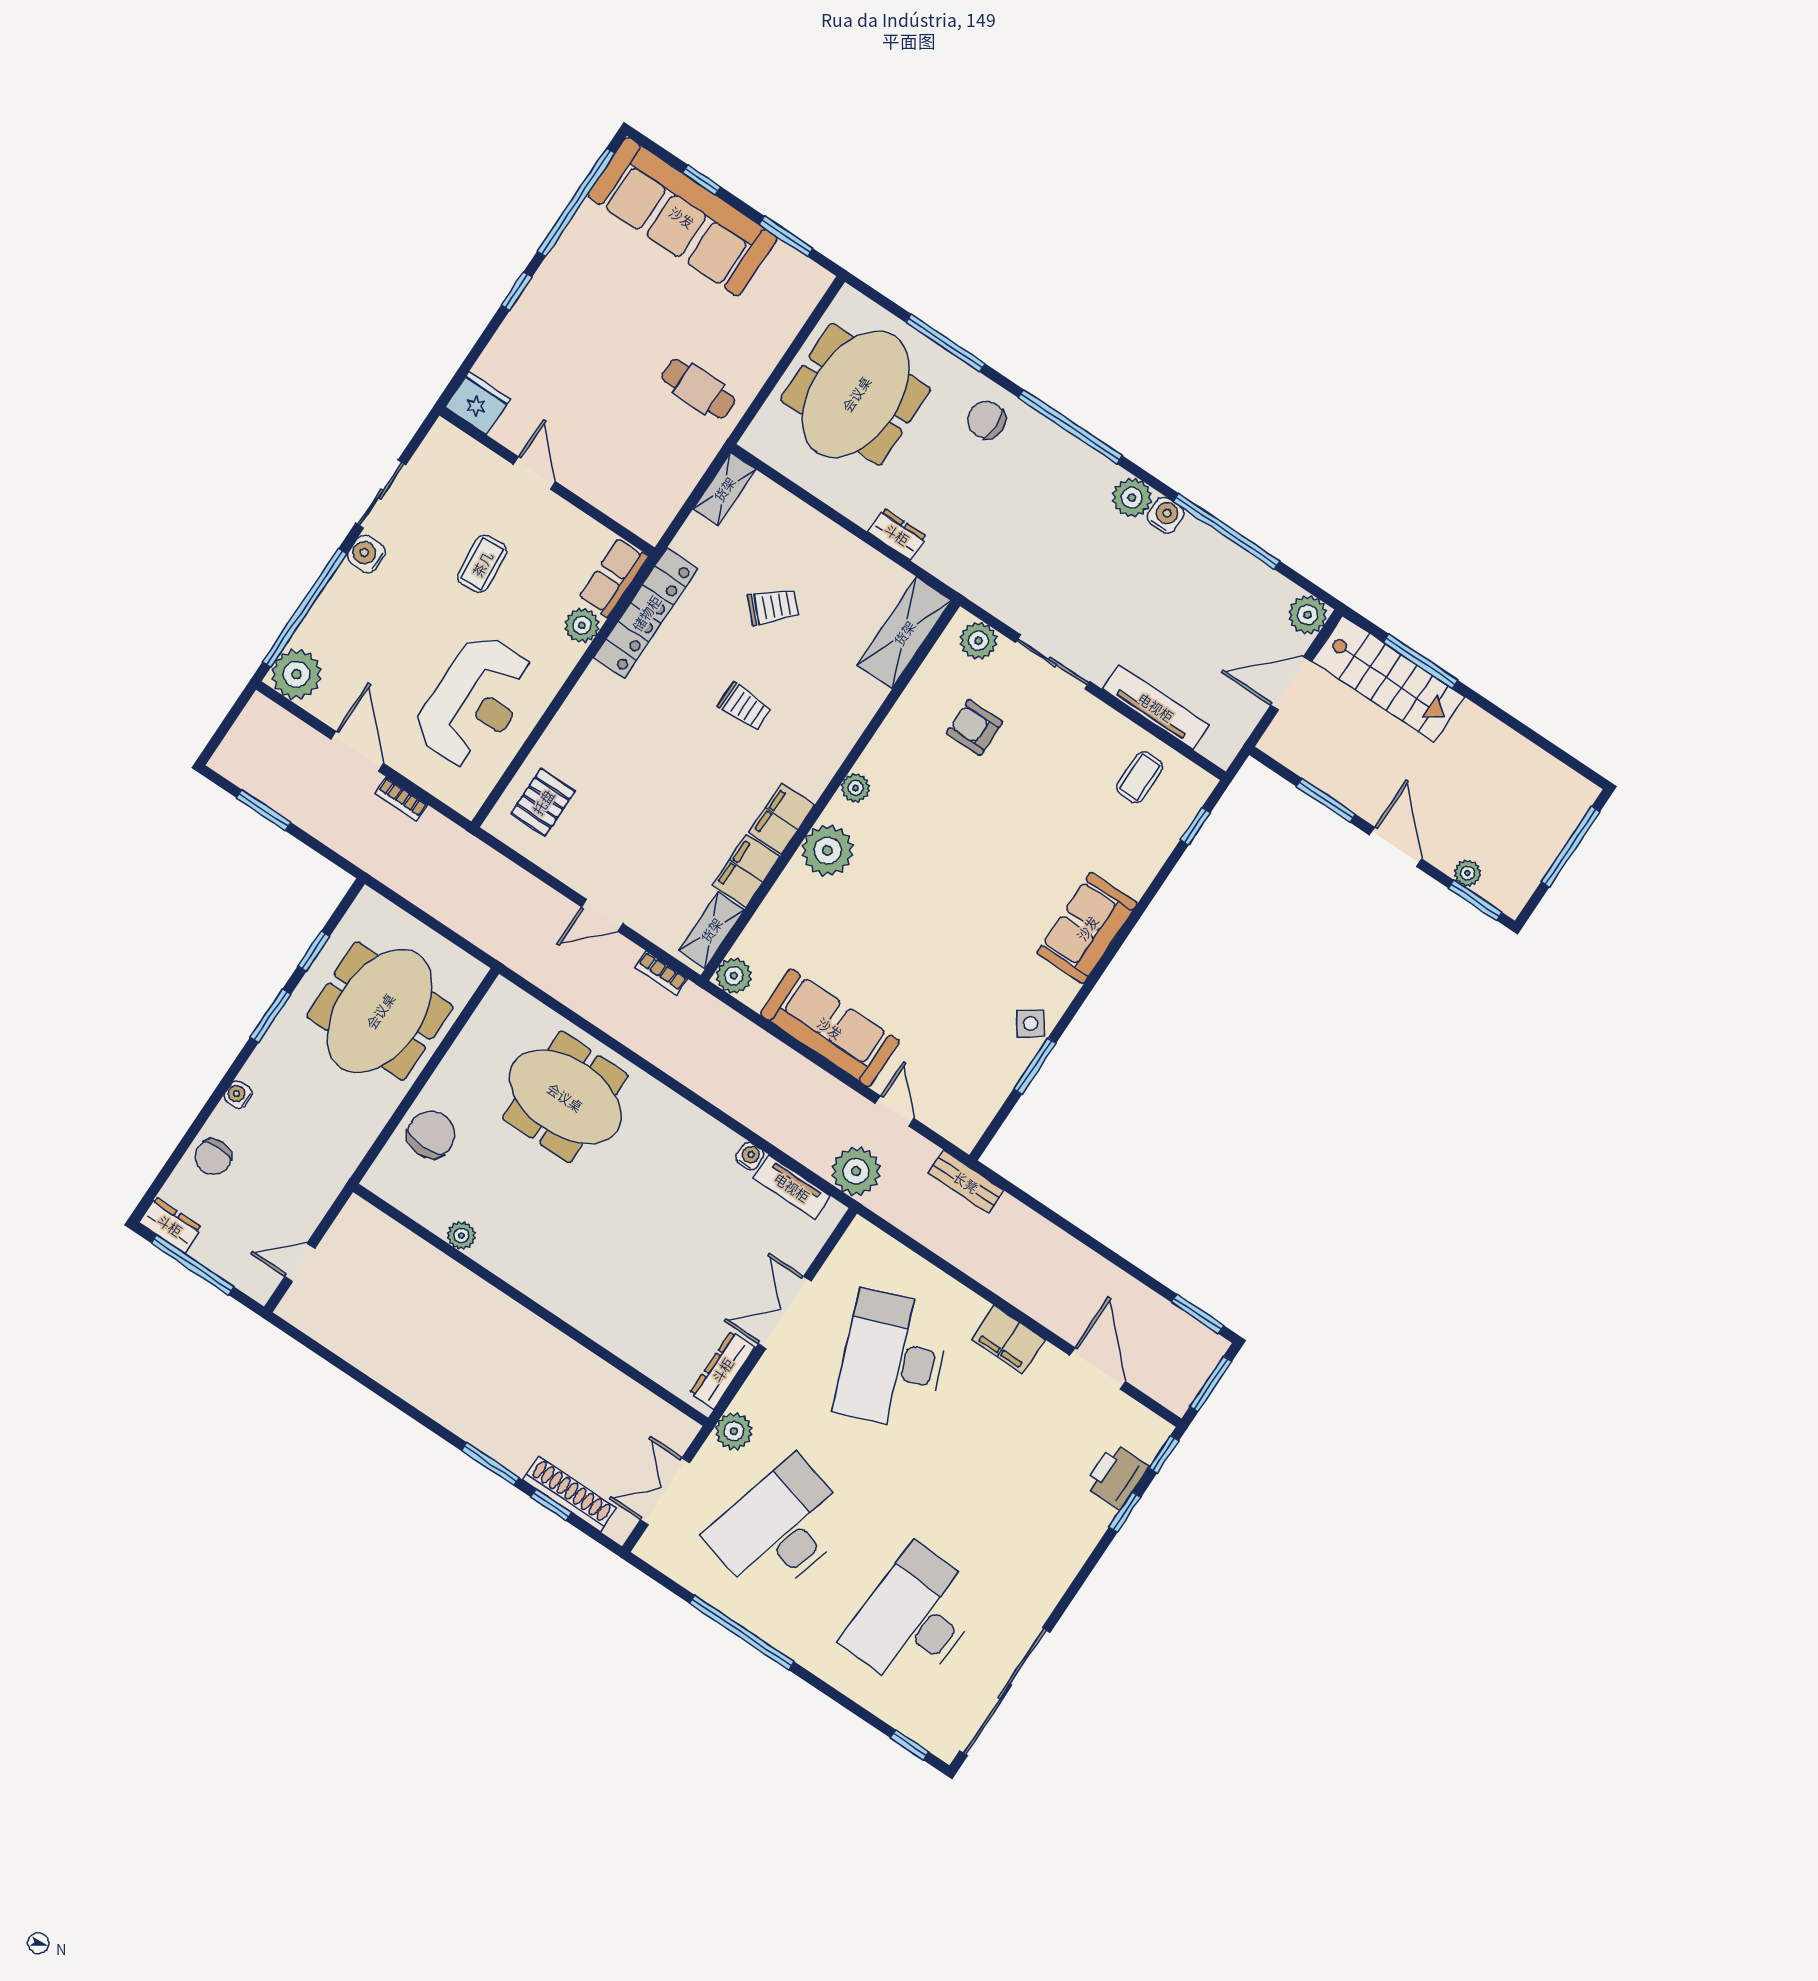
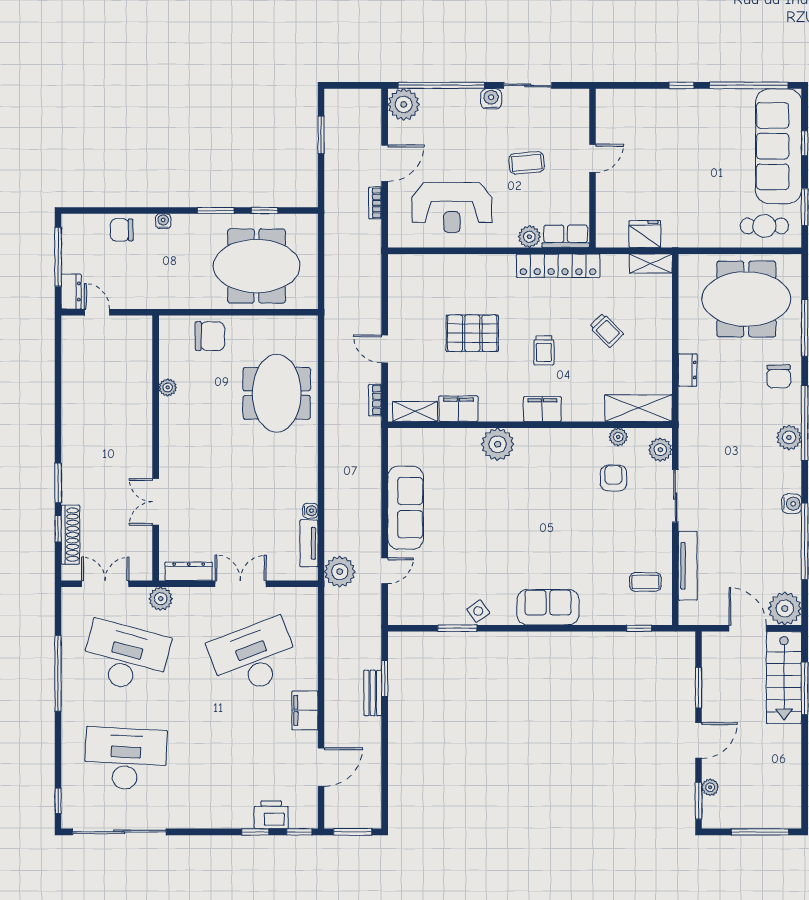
cafe table: (698, 389) -> (764, 226), moved, turned 90
fridge: (478, 403) -> (645, 234), moved, turned -90
chair: (986, 420) -> (779, 376), turned 180
plant: (1132, 498) -> (789, 438), moved
plant: (1308, 615) -> (785, 609), width x1.36, depth x1.36
plant: (855, 788) -> (618, 437), moved
pallet: (543, 802) -> (472, 333), moved, width x1.50, depth x1.42
filing cabinet: (782, 819) -> (542, 409), moved
plant: (734, 976) -> (399, 439), removed
bench: (966, 1182) -> (373, 693), moved
dresser: (170, 1225) -> (71, 291), moved
window: (1198, 1314) -> (385, 679), moved
double door: (602, 1352) -> (156, 502), added

